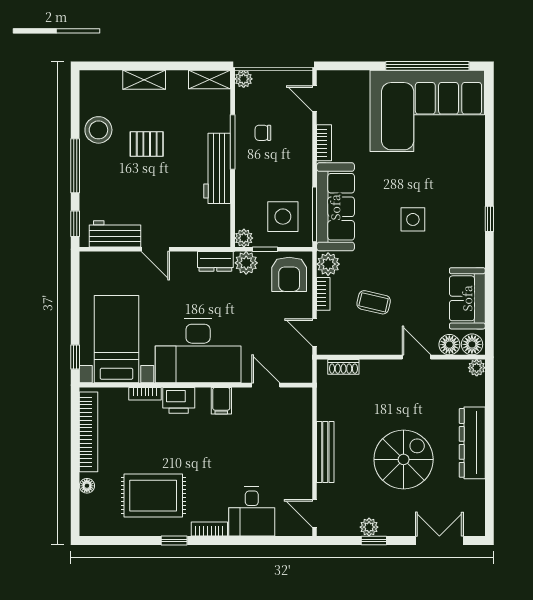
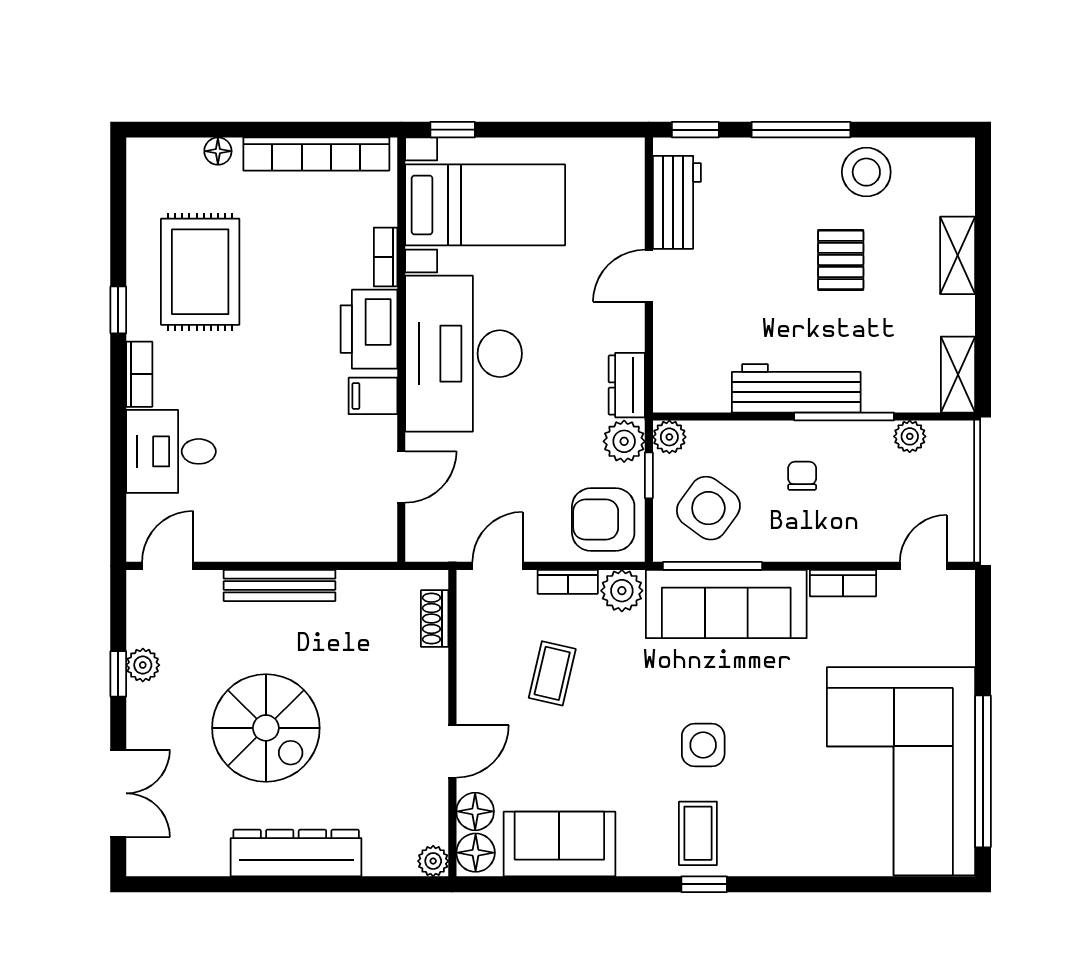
plant: (244, 79) -> (910, 436), moved
chair: (263, 133) -> (802, 476), moved
side table: (283, 217) -> (708, 508), turned 36
coffee table: (461, 222) -> (698, 833), added
printer: (179, 400) -> (369, 329), width x1.37, depth x1.19

